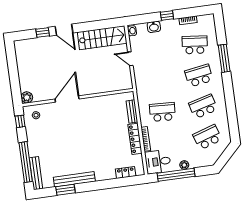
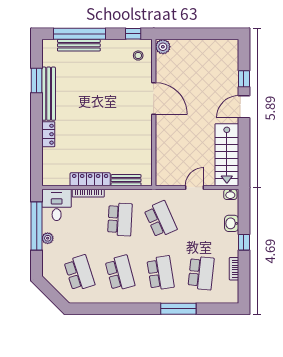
school desk: (158, 81) -> (161, 219), added
locker: (126, 172) -> (48, 134), moved
bench: (36, 173) -> (79, 45), moved

